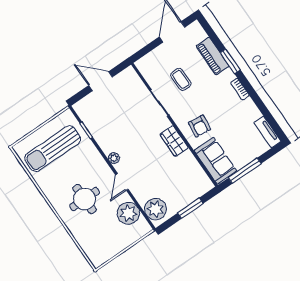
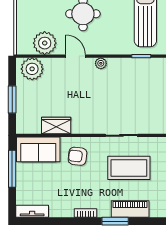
coffee table: (181, 79) -> (129, 168), width x1.86, depth x1.72
wardrobe: (174, 141) -> (56, 125), moved

